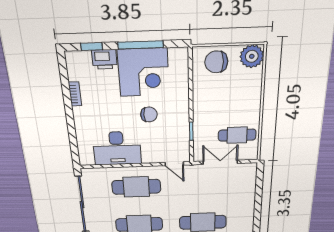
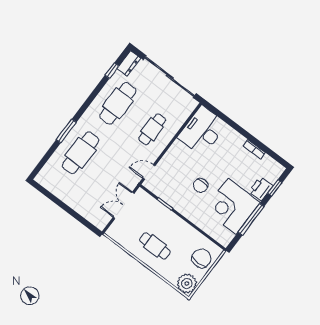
cafe table: (237, 135) -> (155, 246), moved, turned 90
desk: (117, 148) -> (202, 131), moved
double door: (220, 162) -> (124, 205), swing flipped
cafe table: (136, 187) -> (152, 129), width x0.73, depth x0.74

